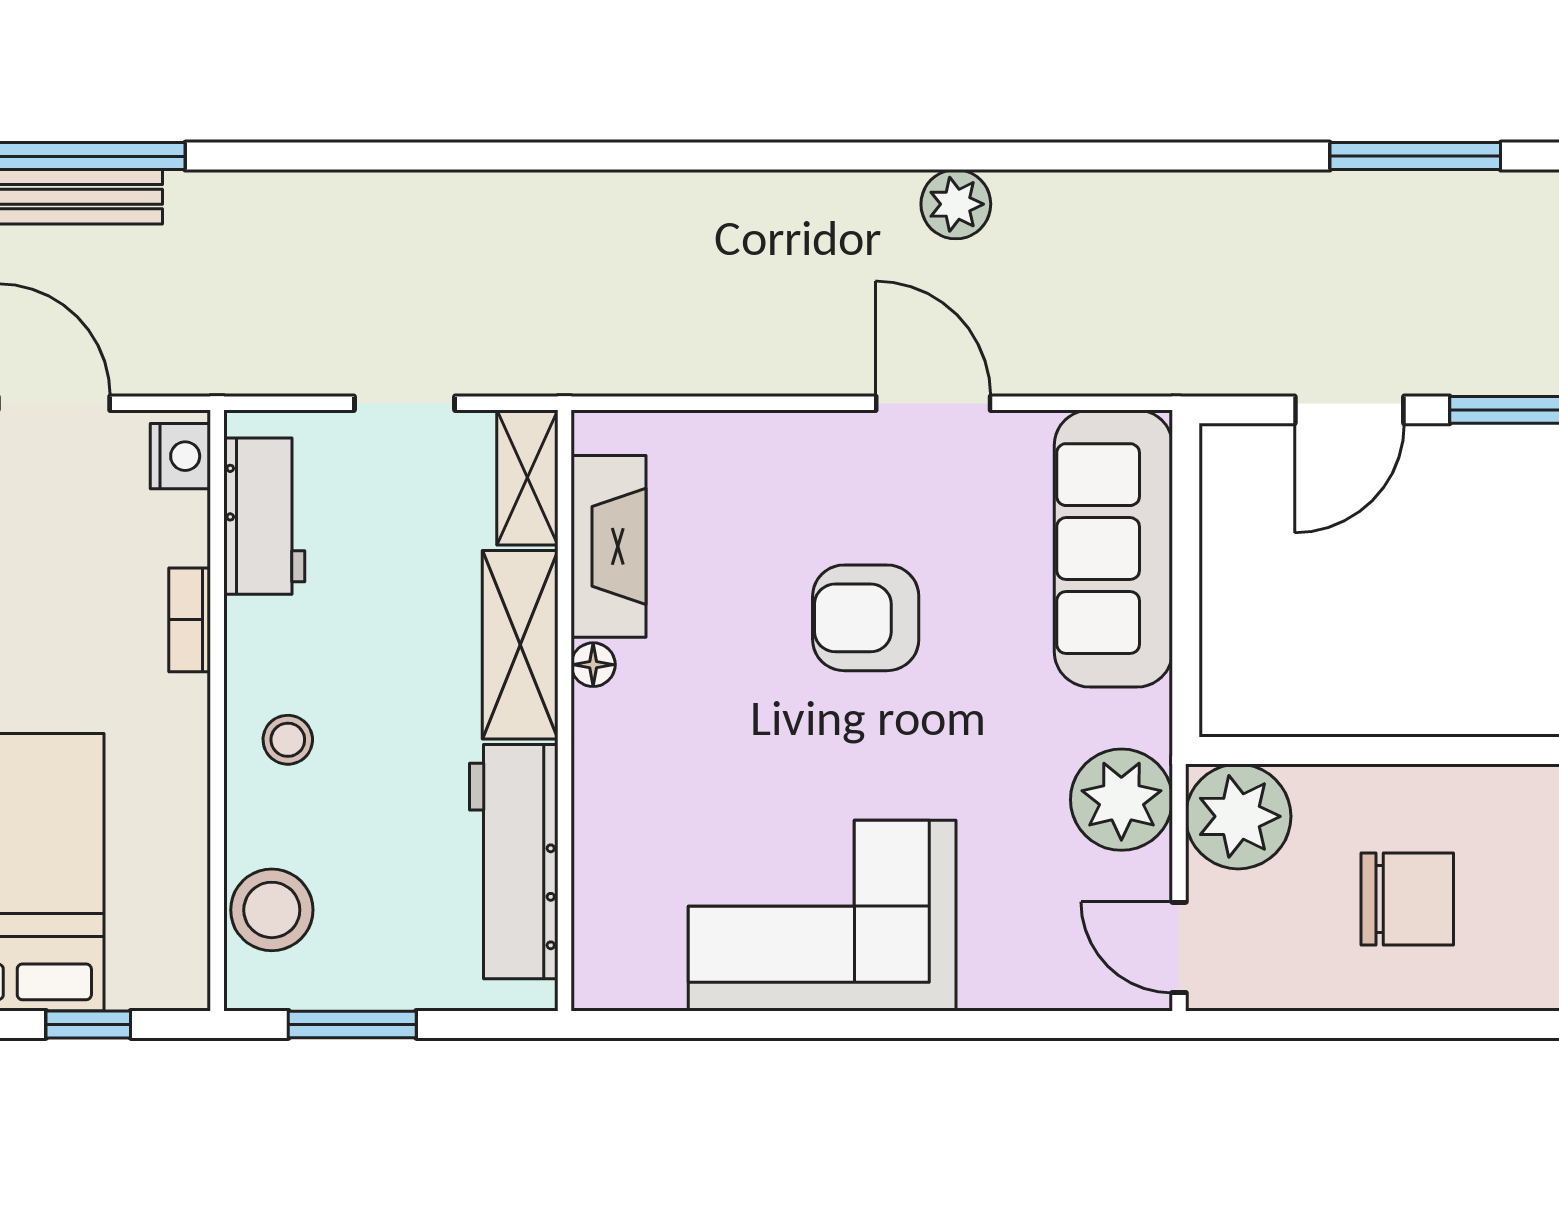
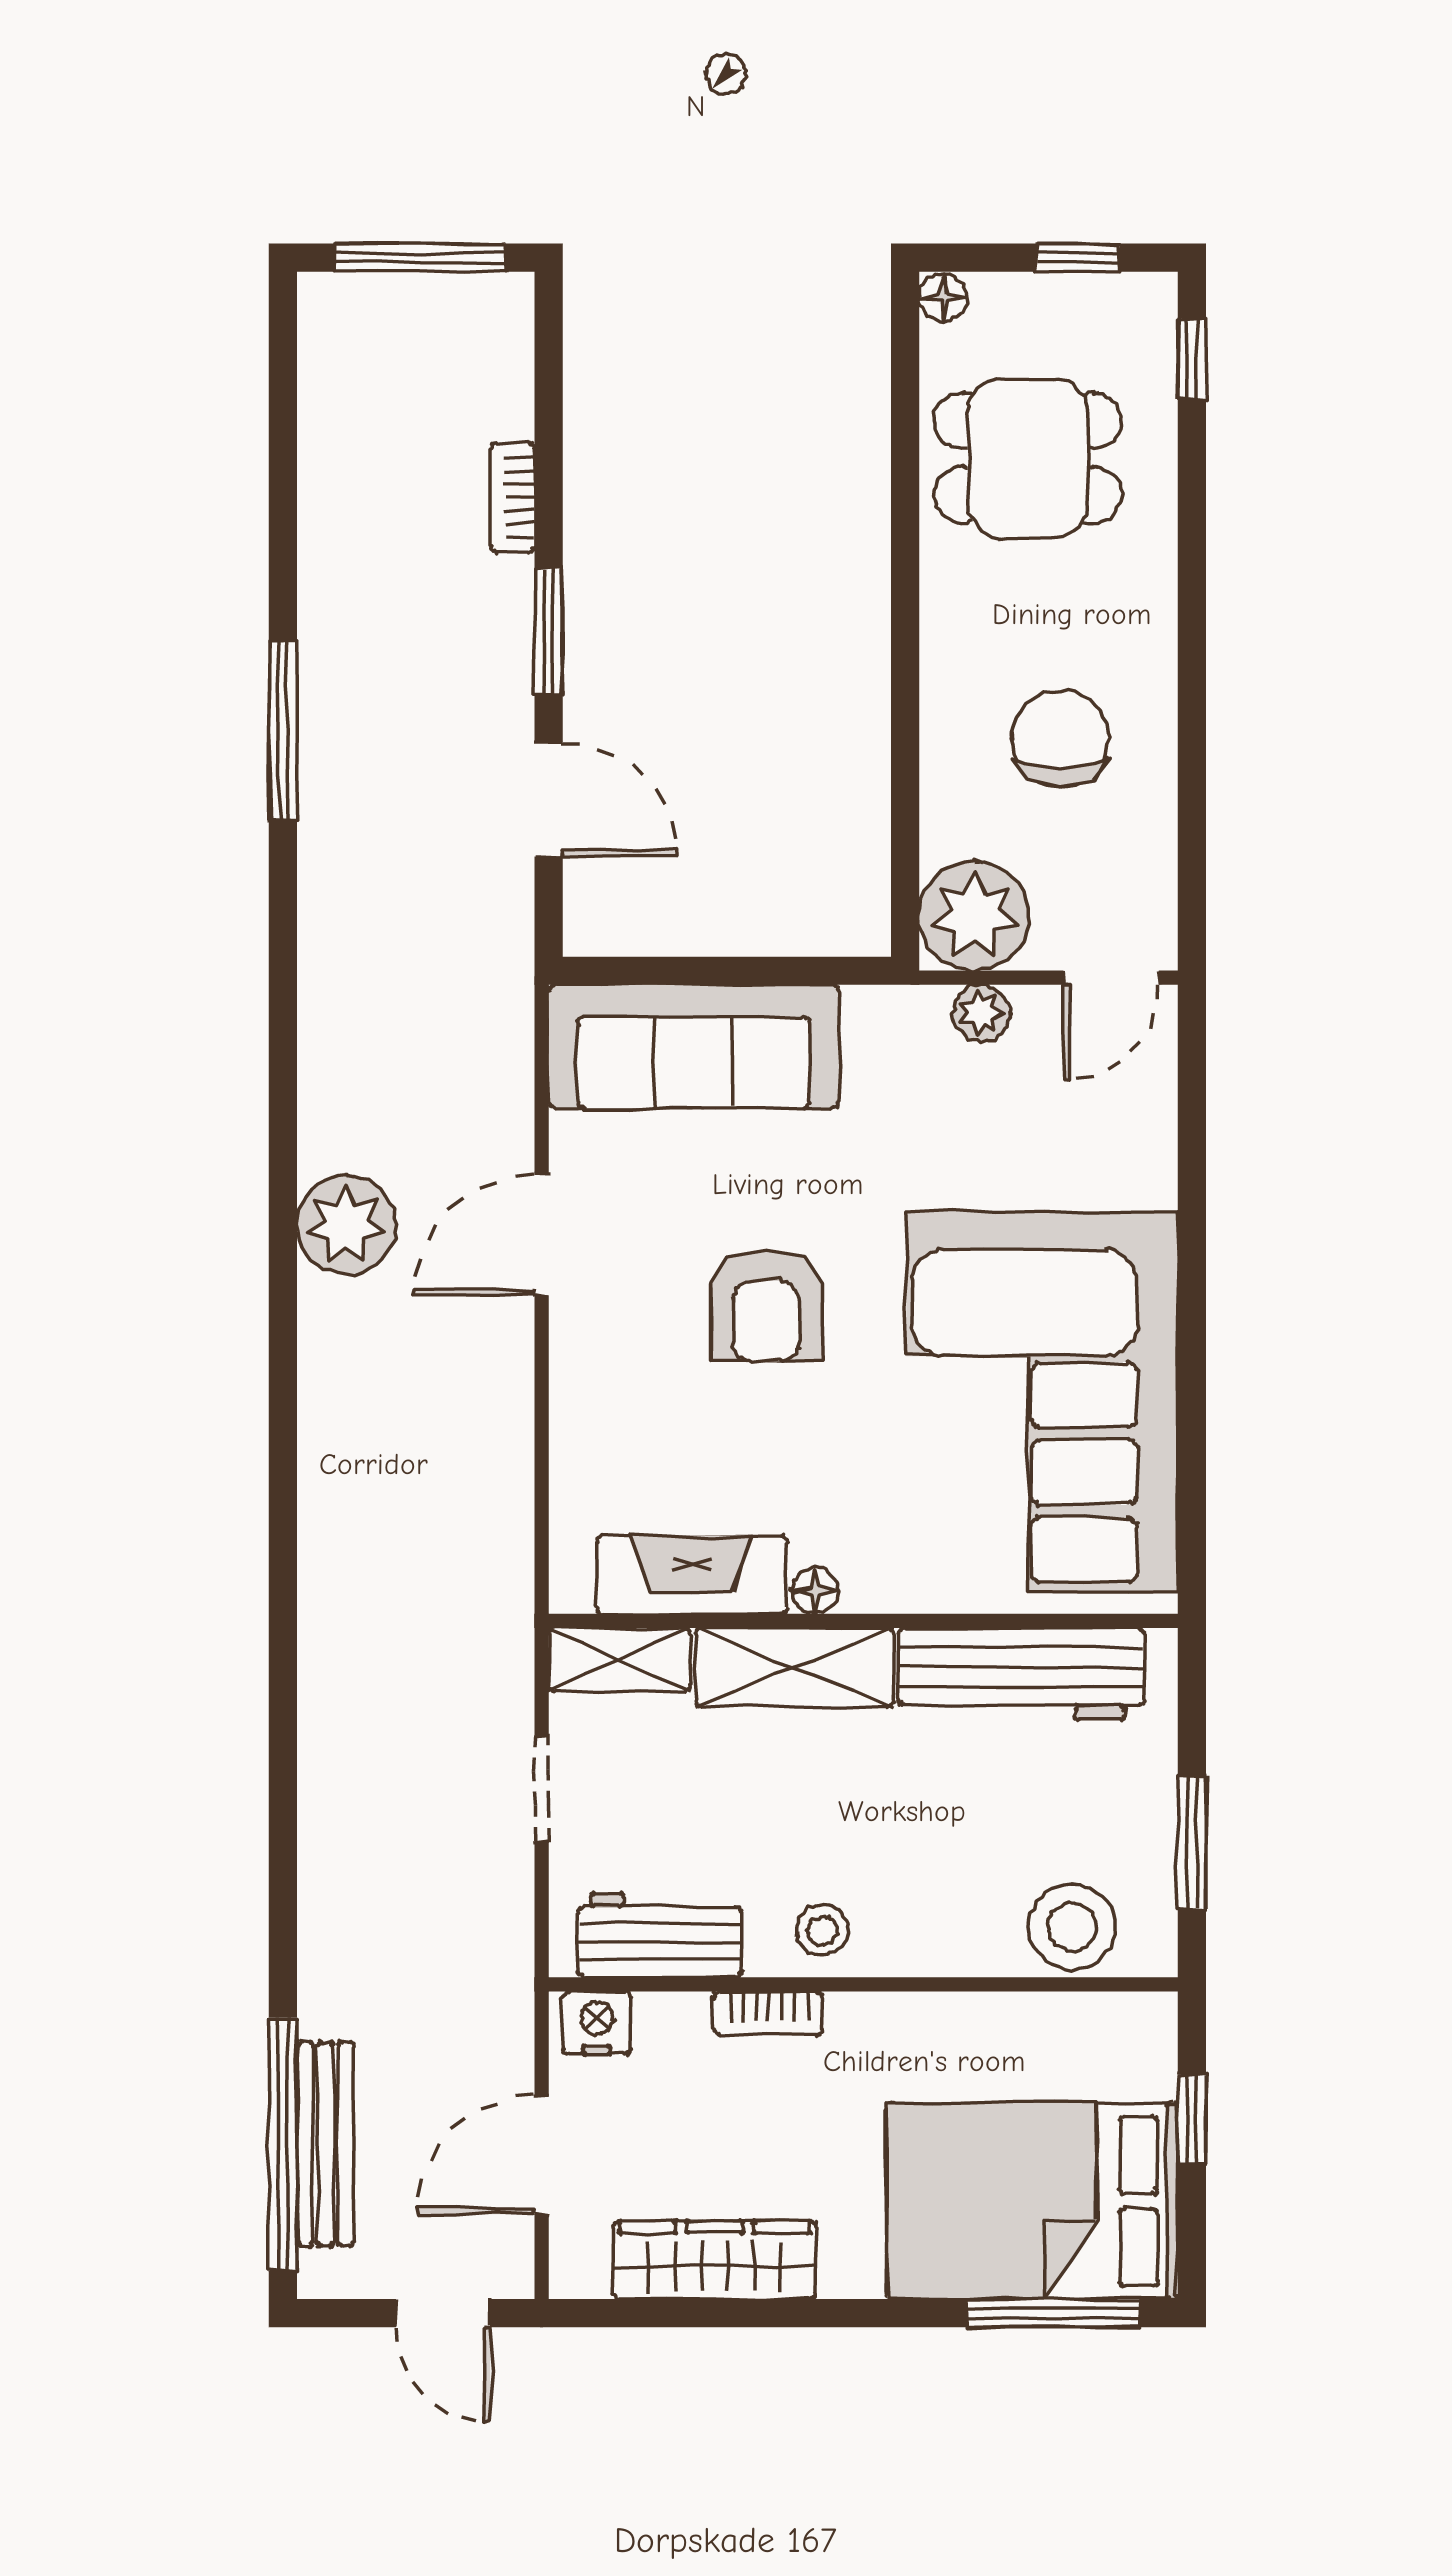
plant: (956, 204) -> (347, 1225), width x1.36, depth x1.36
stool: (288, 740) -> (822, 1930), moved
plant: (1121, 800) -> (981, 1013), width x0.53, depth x0.53
corner sofa: (822, 916) -> (1042, 1402), width x1.36, depth x1.36

